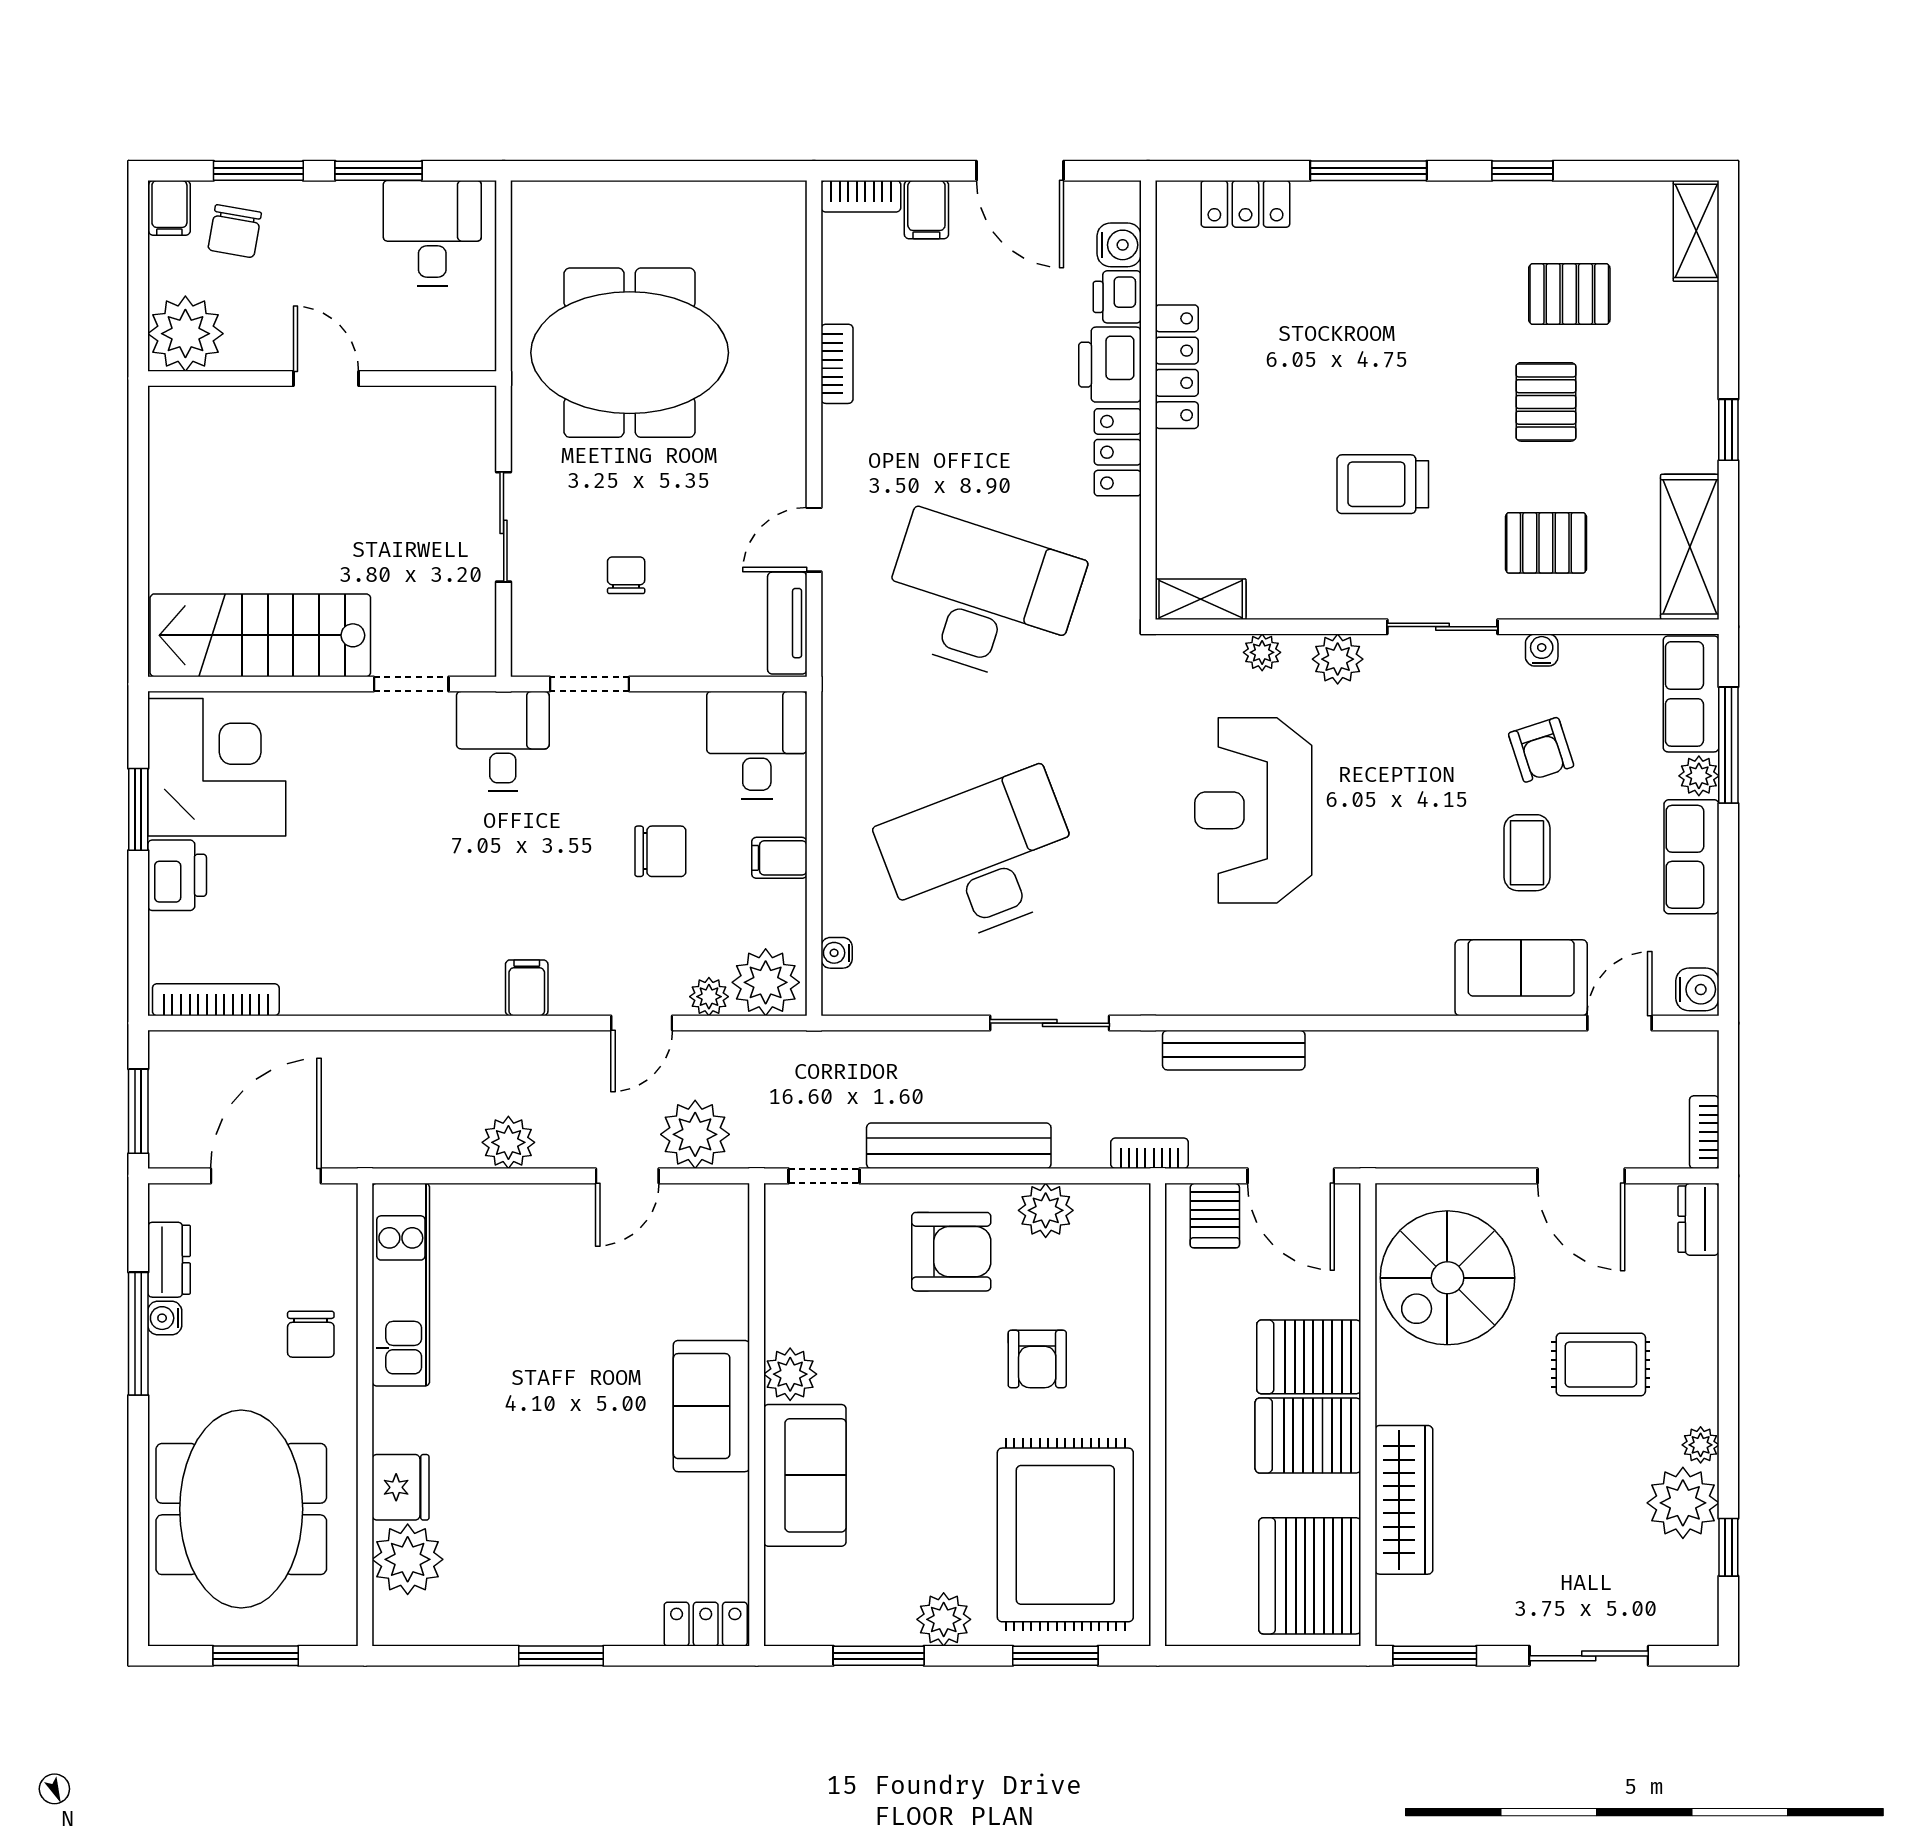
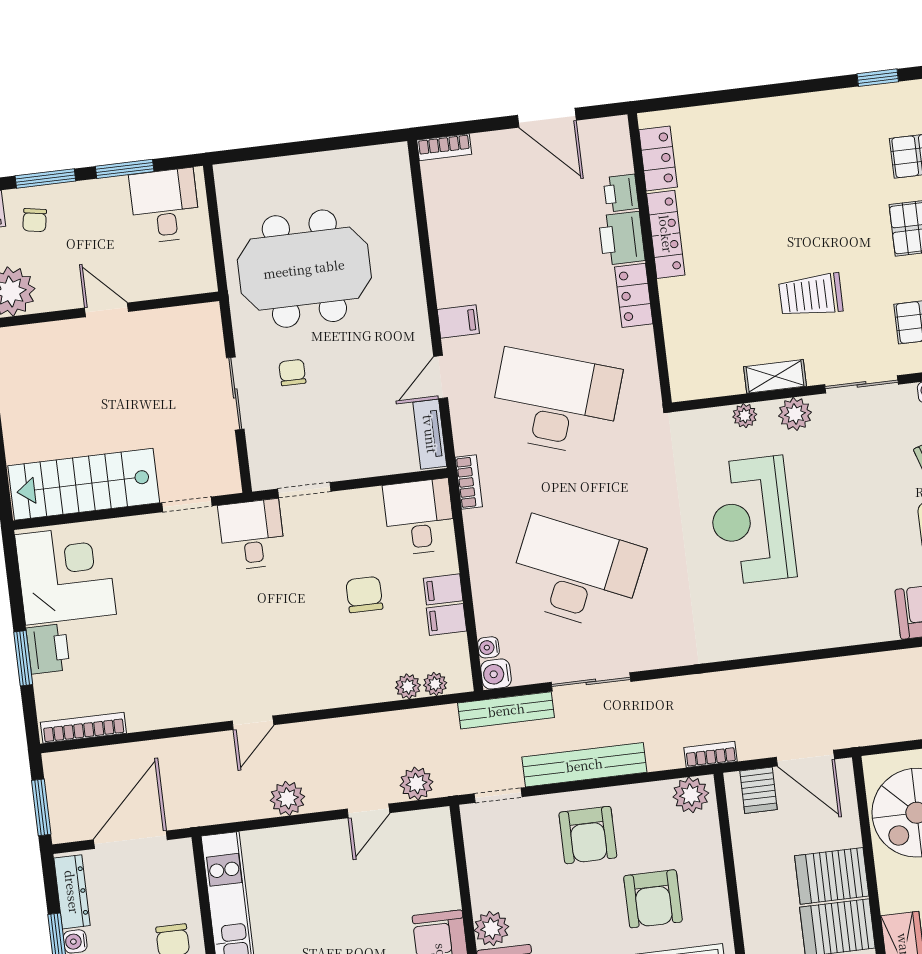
window: (1368, 171) -> (776, 90), removed
locker: (1245, 204) -> (658, 158), moved, turned -90
filing cabinet: (926, 210) -> (458, 321), moved, turned -90
chair: (235, 231) -> (35, 220), width x0.73, depth x0.73
water cooler: (1119, 245) -> (496, 674), moved, turned 180
bookcase: (837, 364) -> (469, 482), moved
chair: (626, 575) -> (292, 373), moved
shelving: (1201, 599) -> (775, 376), moved
window: (138, 809) -> (23, 658), moved
chair: (660, 851) -> (364, 595), turned -90
desk: (981, 859) -> (576, 574), turned 45
plant: (766, 982) -> (435, 684), width x0.53, depth x0.53
filing cabinet: (527, 988) -> (446, 619), moved, turned -90
door: (642, 1023) -> (253, 723), moved
sliding door: (1050, 1023) -> (591, 682), moved
bench: (1234, 1050) -> (506, 710), moved
plant: (695, 1134) -> (416, 784), width x0.73, depth x0.73
plant: (1046, 1210) -> (691, 795), moved
armchair: (951, 1252) -> (588, 835), turned 90
dresser: (169, 1260) -> (72, 892), width x1.44
armchair: (1037, 1359) -> (653, 899), width x1.38, depth x1.38

